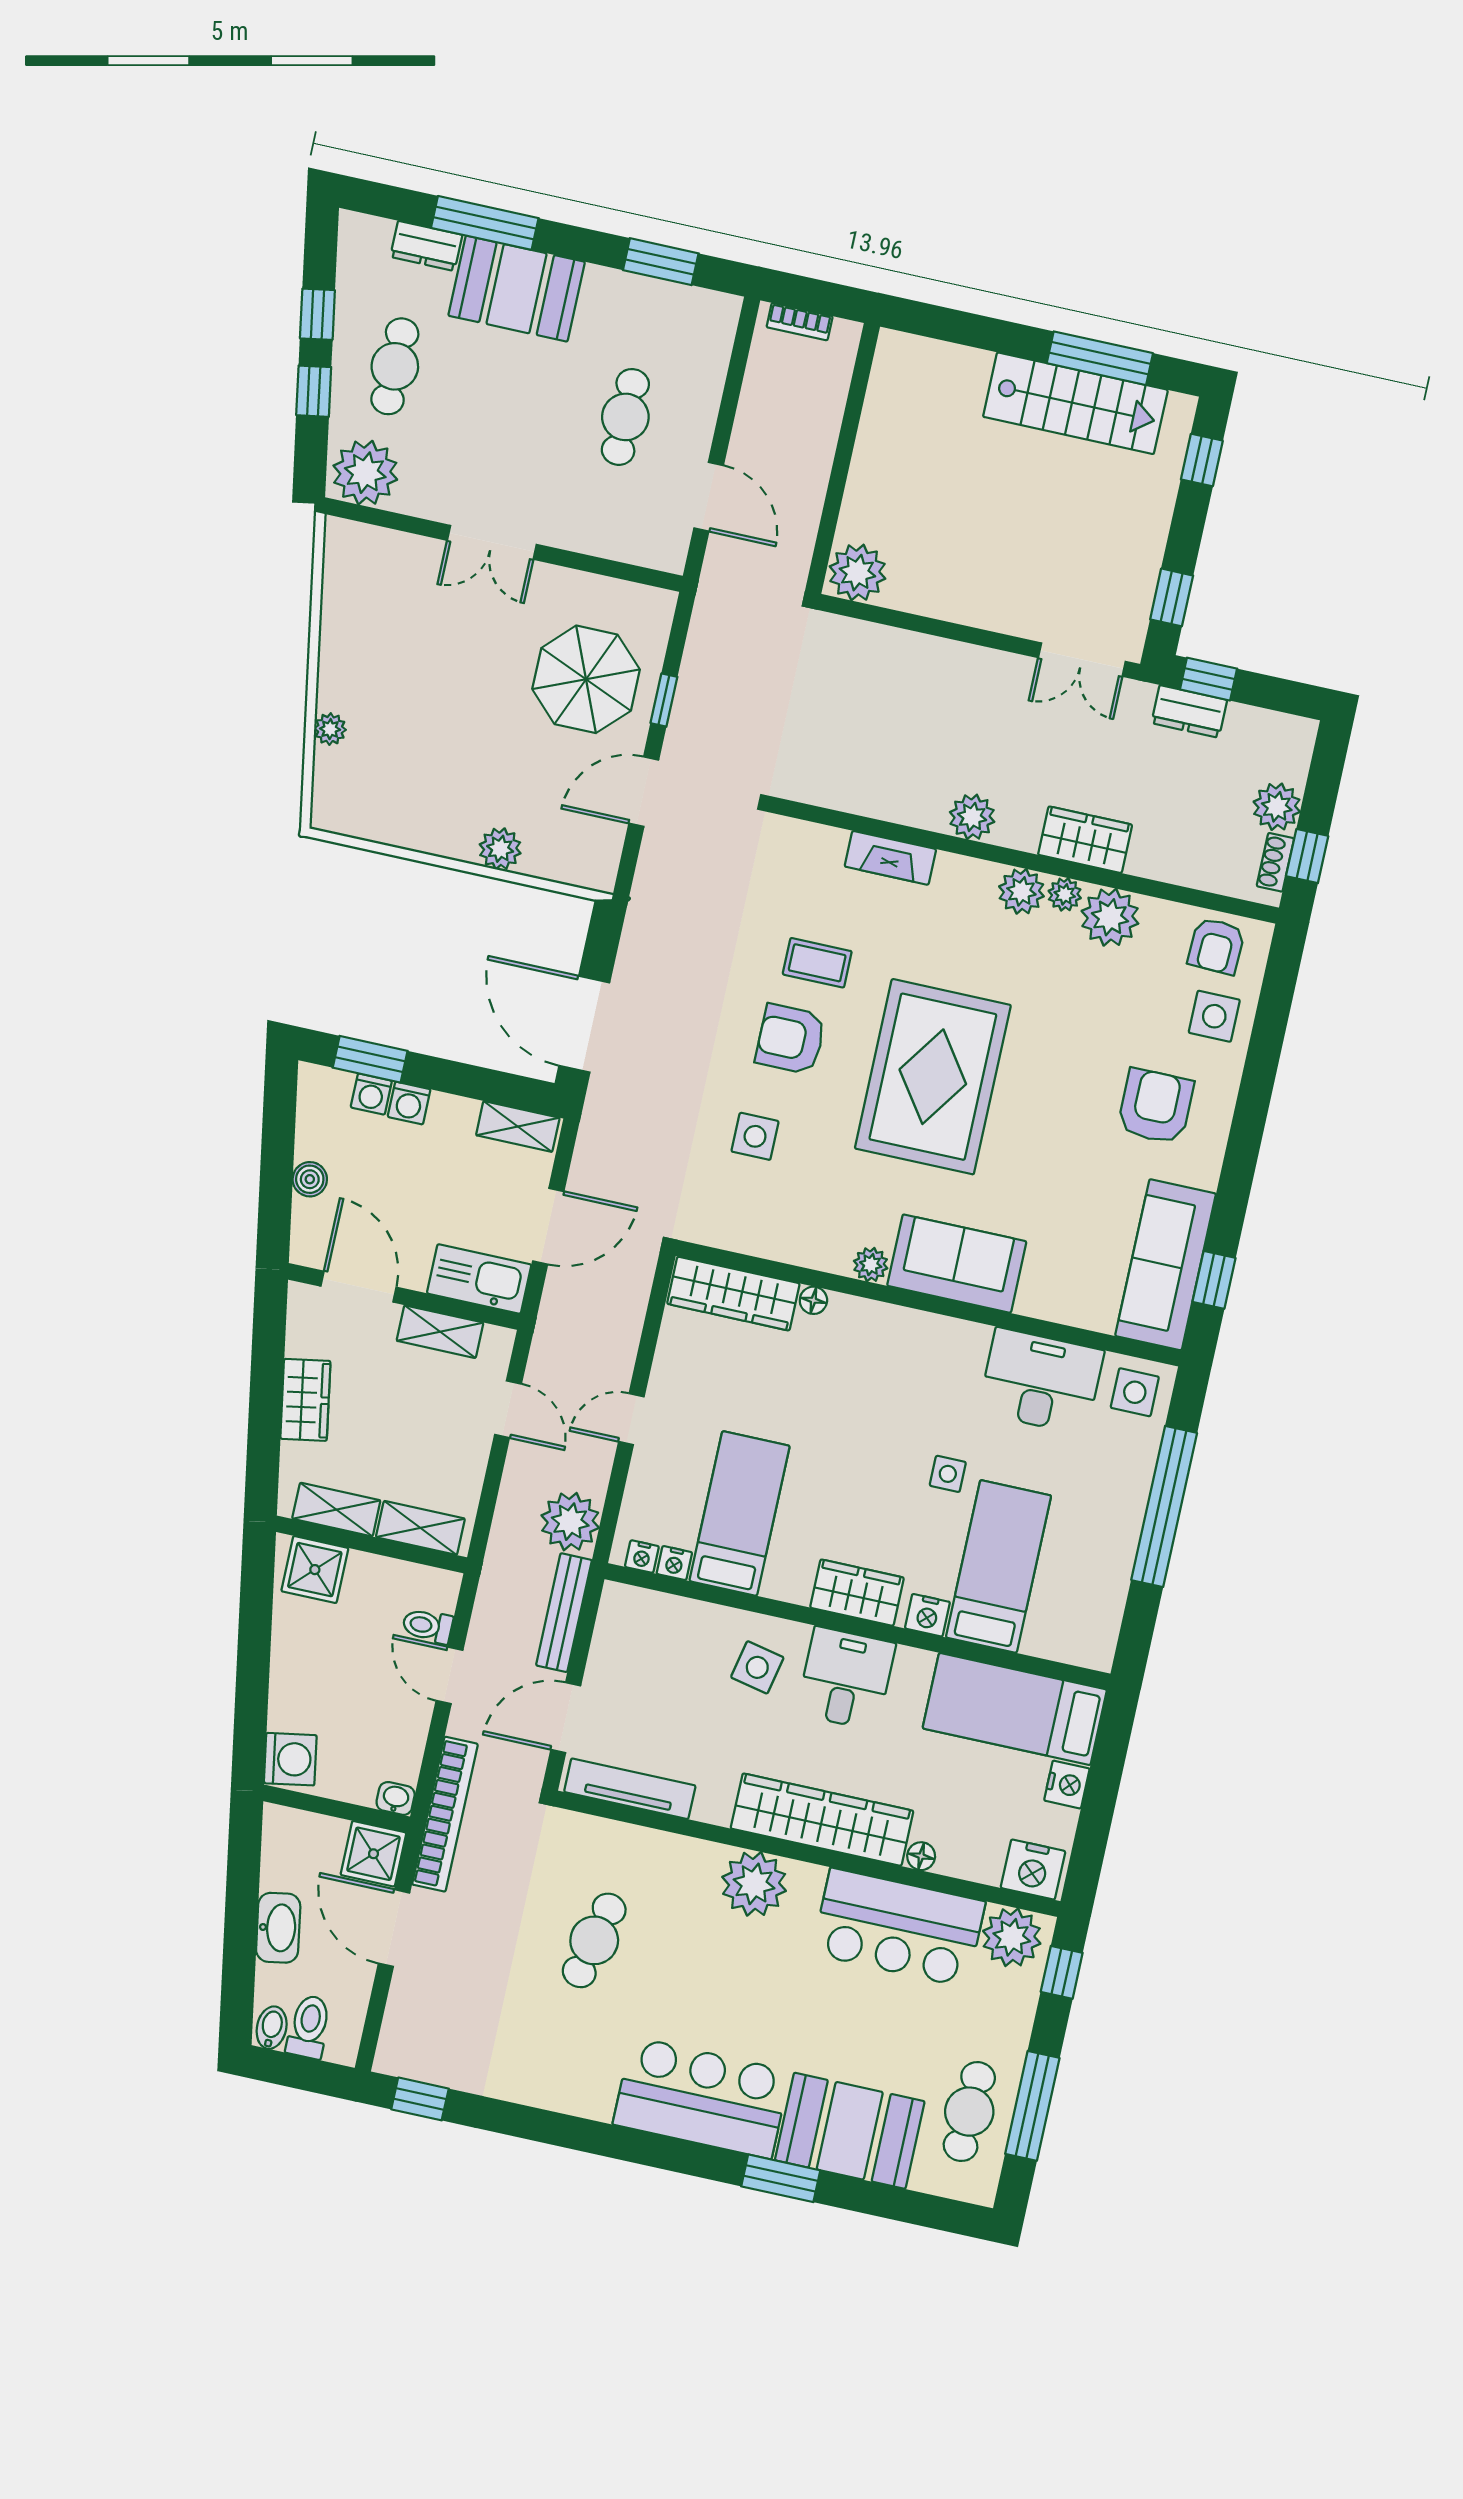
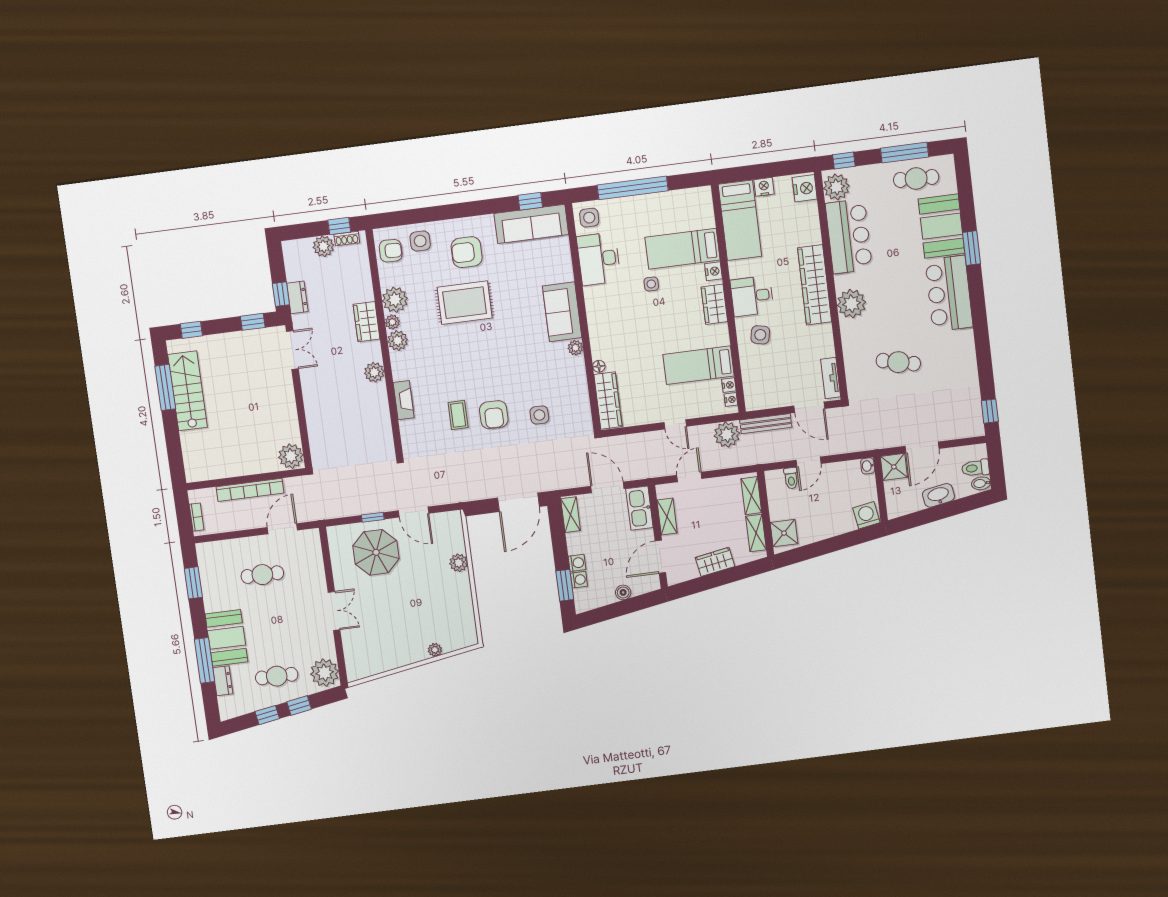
rug: (933, 1077) -> (465, 303), moved, width x0.73, depth x0.69
tv unit: (630, 1789) -> (831, 378), width x0.71
bookcase: (445, 1814) -> (250, 490), moved, turned 180
floor lamp: (921, 1856) -> (815, 238), removed

